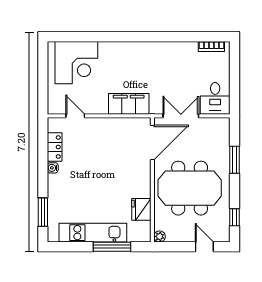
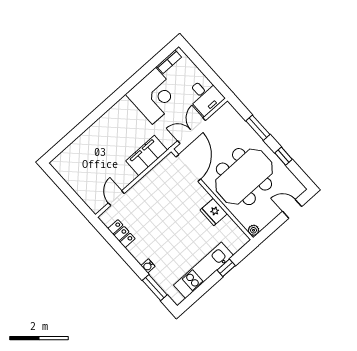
corner desk: (76, 63) -> (154, 96), moved
door: (75, 116) -> (116, 198), hinge flipped
water cooler: (53, 168) -> (148, 266), moved
fridge: (141, 209) -> (214, 212), moved
window: (235, 217) -> (283, 156), moved
window: (112, 247) -> (226, 268), width x0.46

